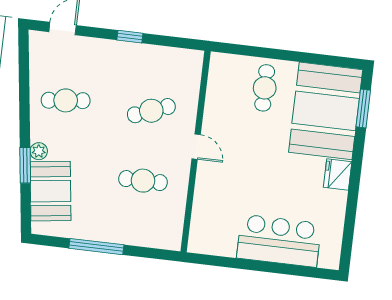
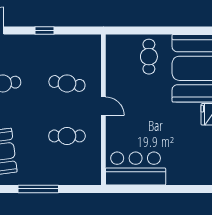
cafe table: (151, 111) -> (67, 83), turned 30
bar counter: (279, 241) -> (136, 168), moved

